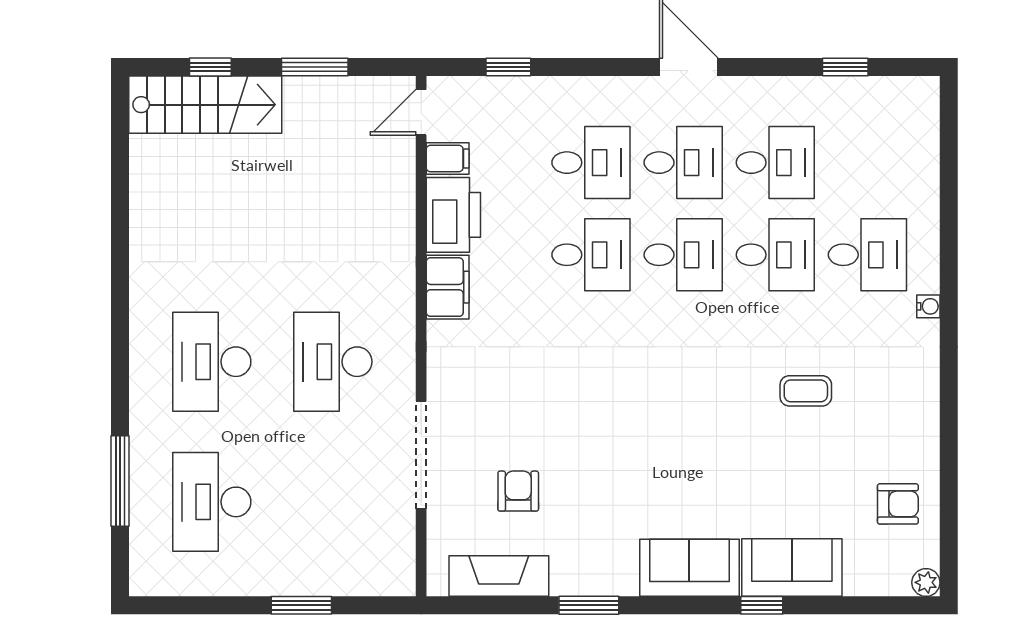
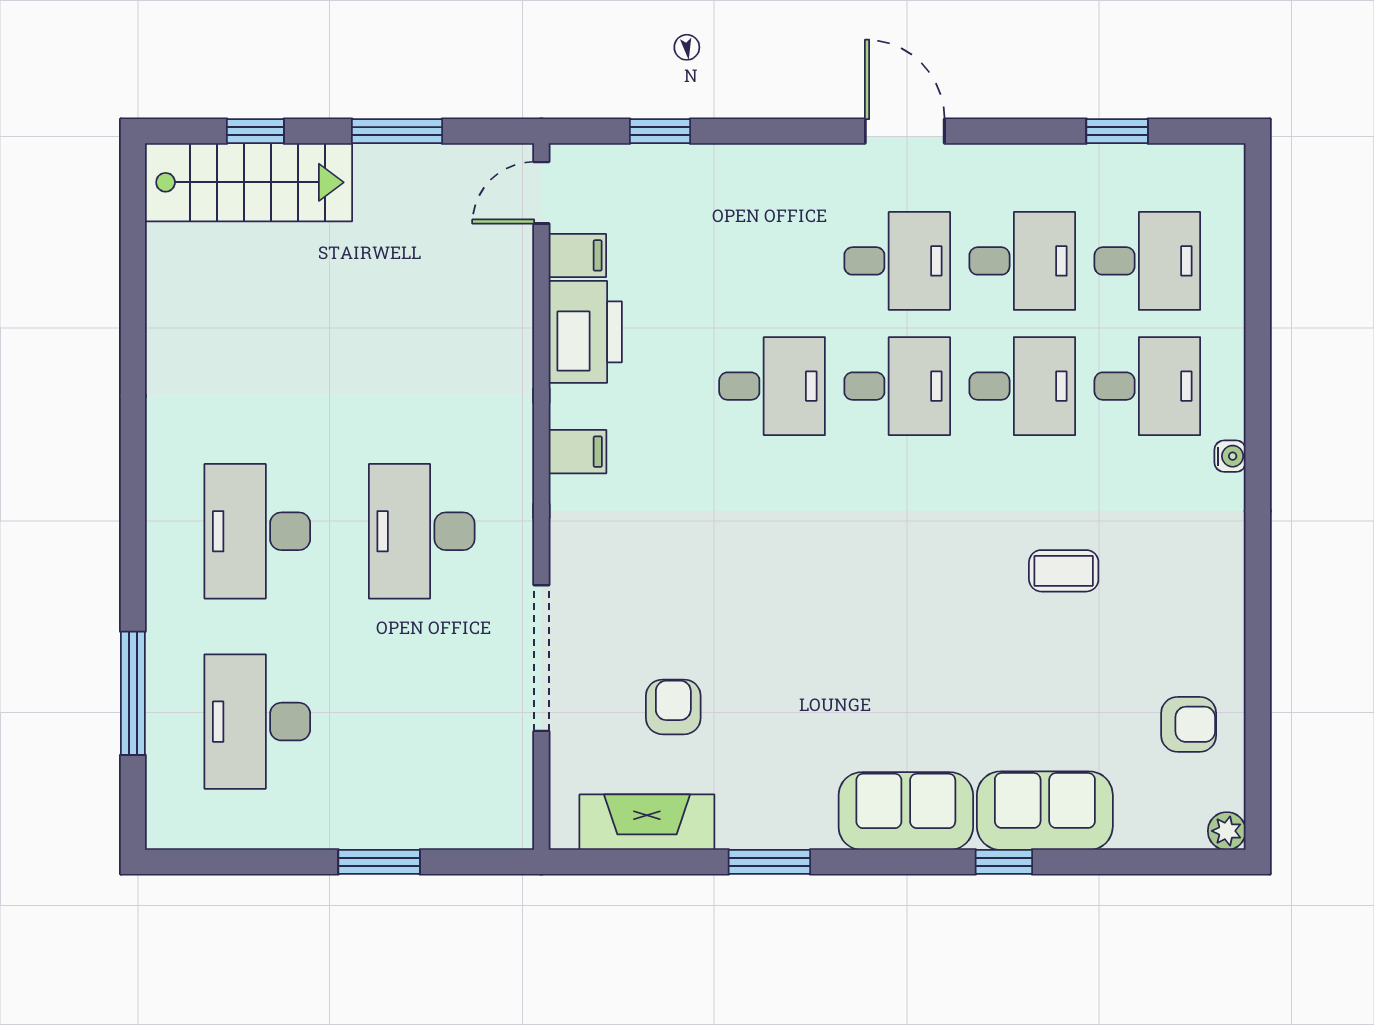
desk: (591, 163) -> (1147, 261), moved
filing cabinet: (448, 287) -> (578, 452), width x0.50

